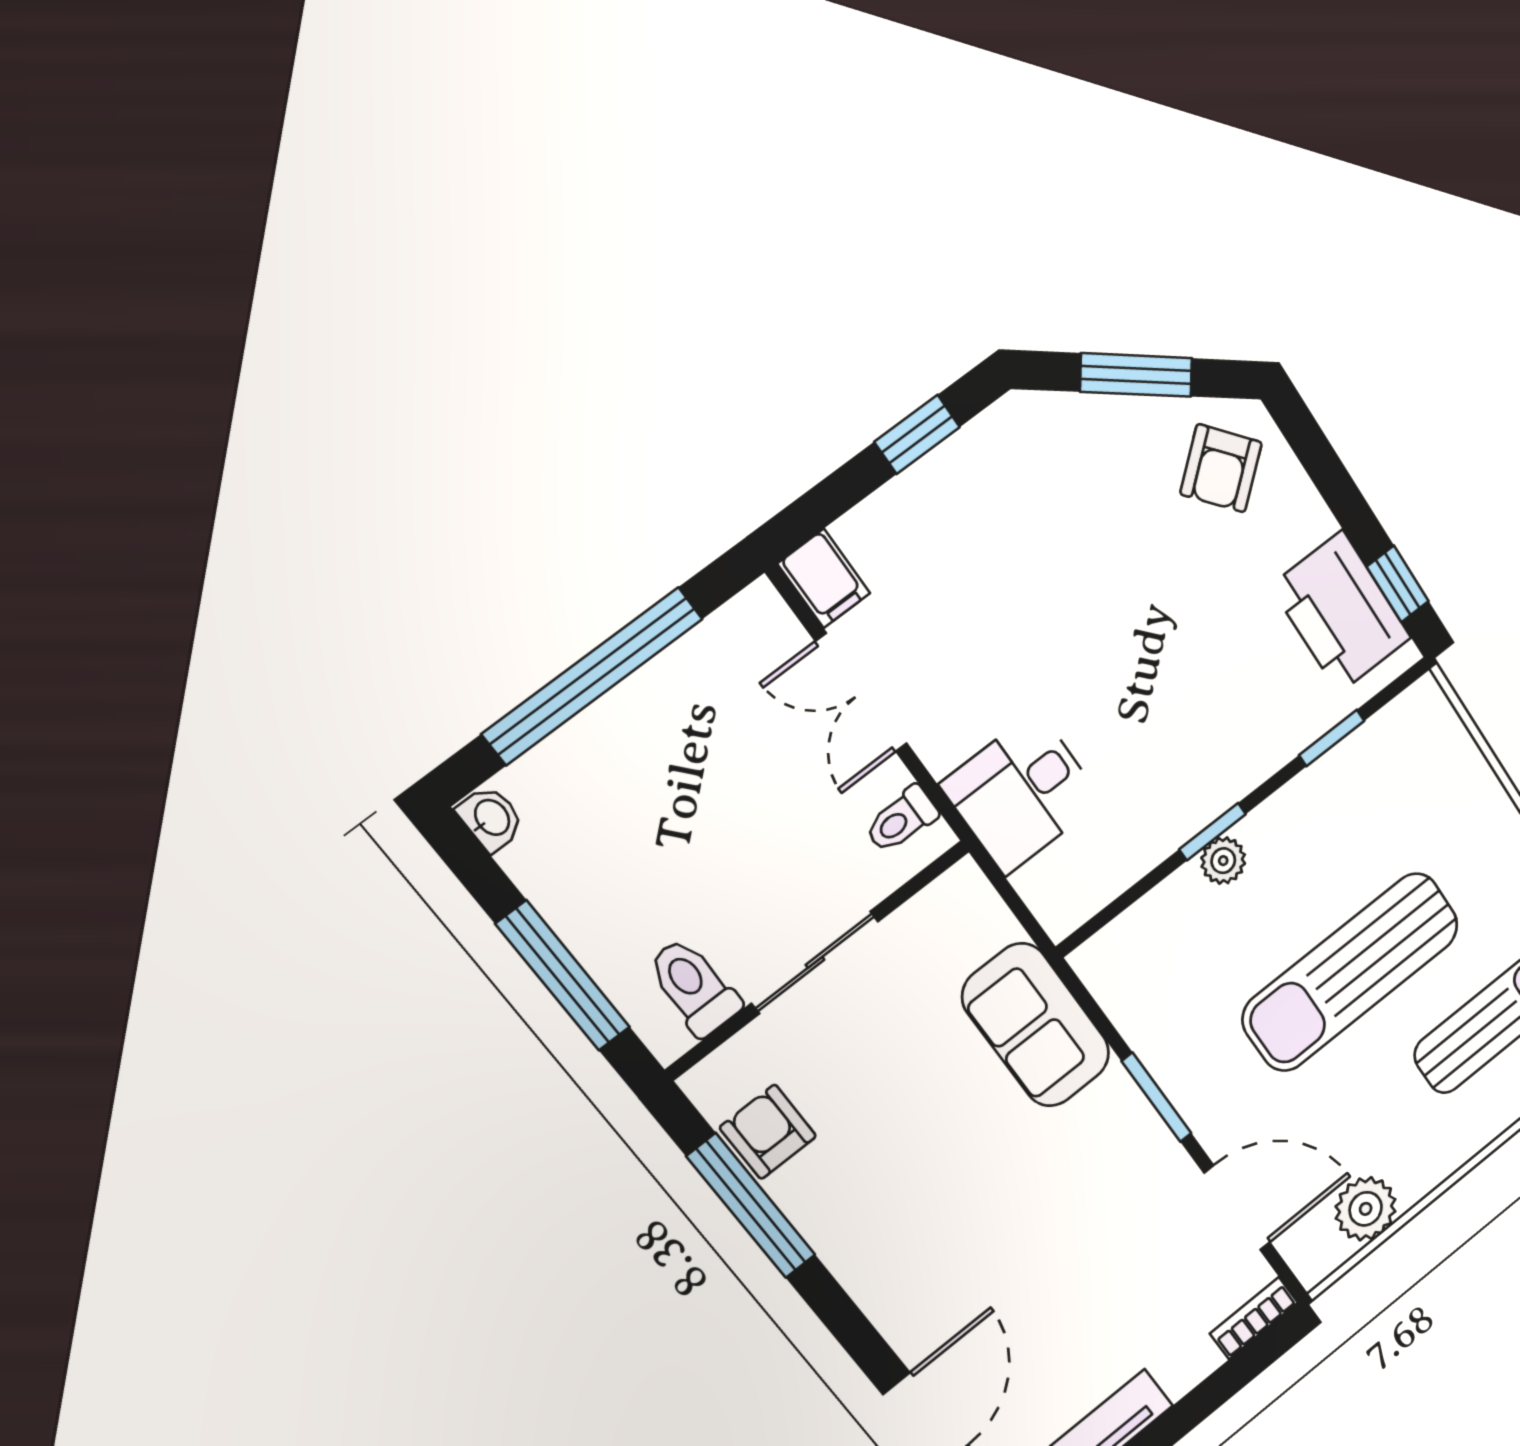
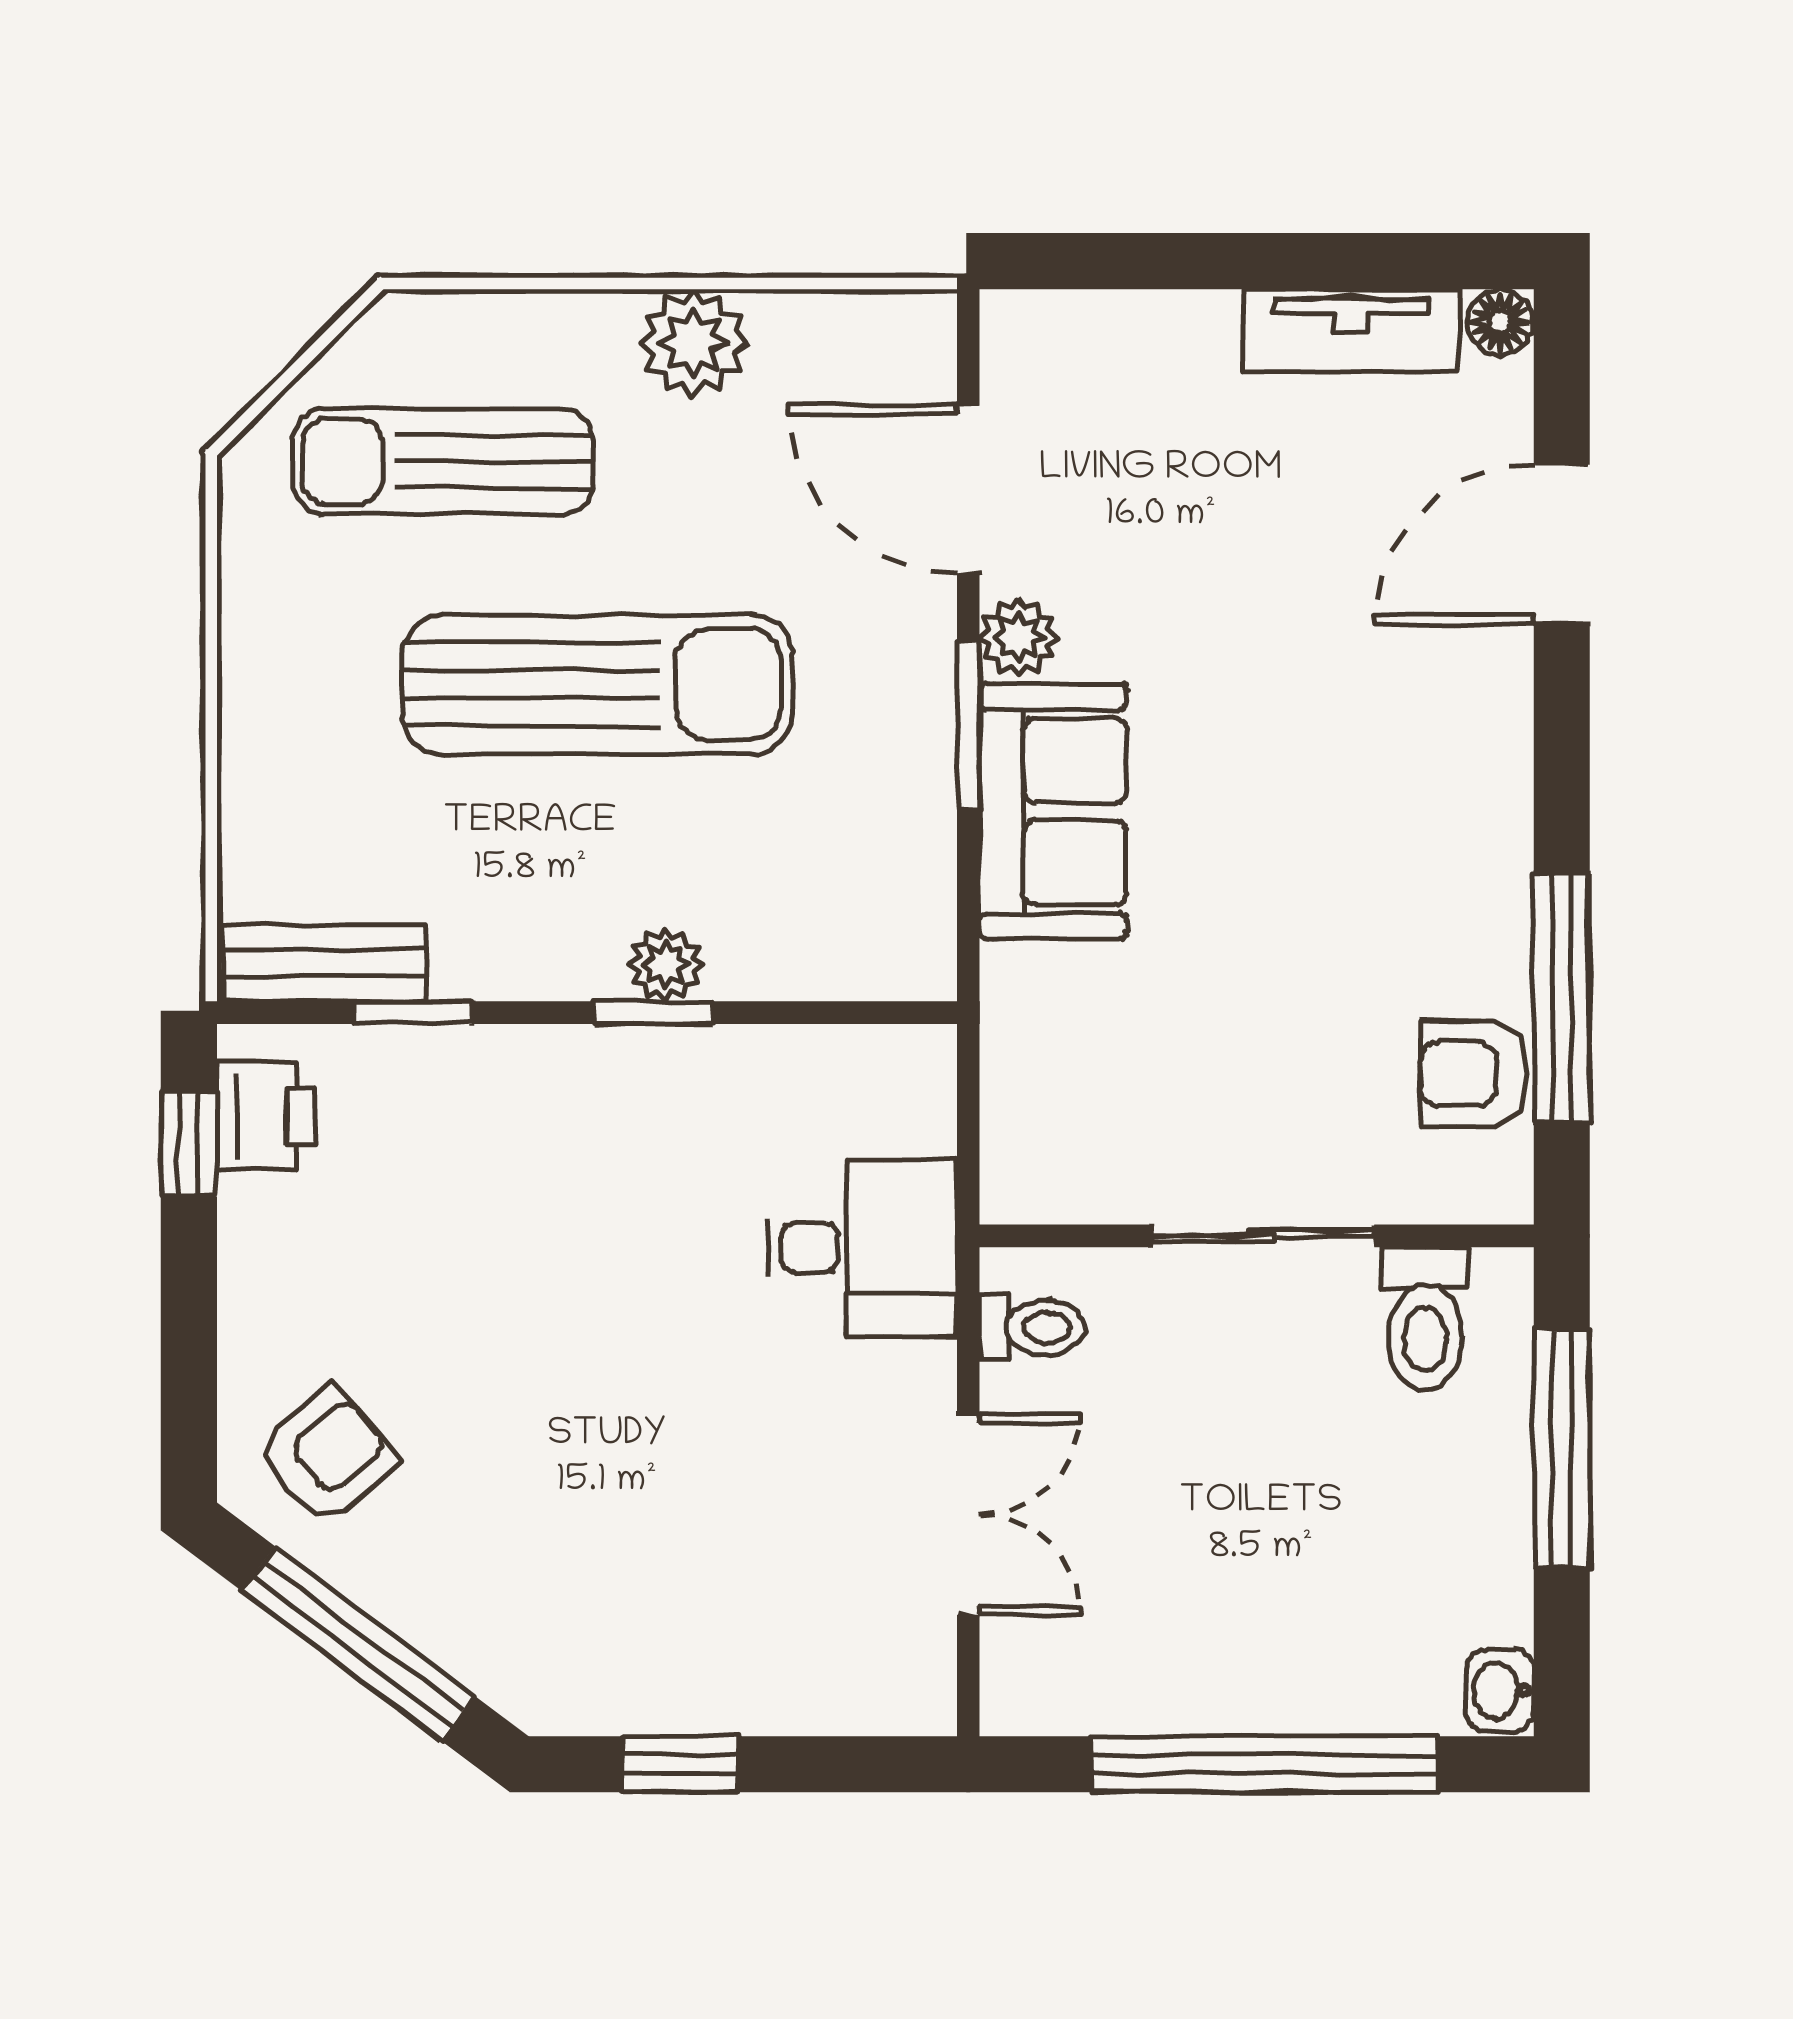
window: (1136, 375) -> (358, 1643), width x1.44
filing cabinet: (824, 578) -> (915, 1679), removed
printer: (1341, 612) -> (267, 1116), width x0.53, depth x0.68
bench: (1391, 729) -> (324, 963), added
sofa: (1036, 1025) -> (1053, 812), moved
armchair: (768, 1132) -> (1473, 1074), turned 90
plant: (1162, 1159) -> (1019, 637), added
plant: (1366, 1209) -> (693, 343), moved
bookcase: (1254, 1318) -> (1052, 318), removed

